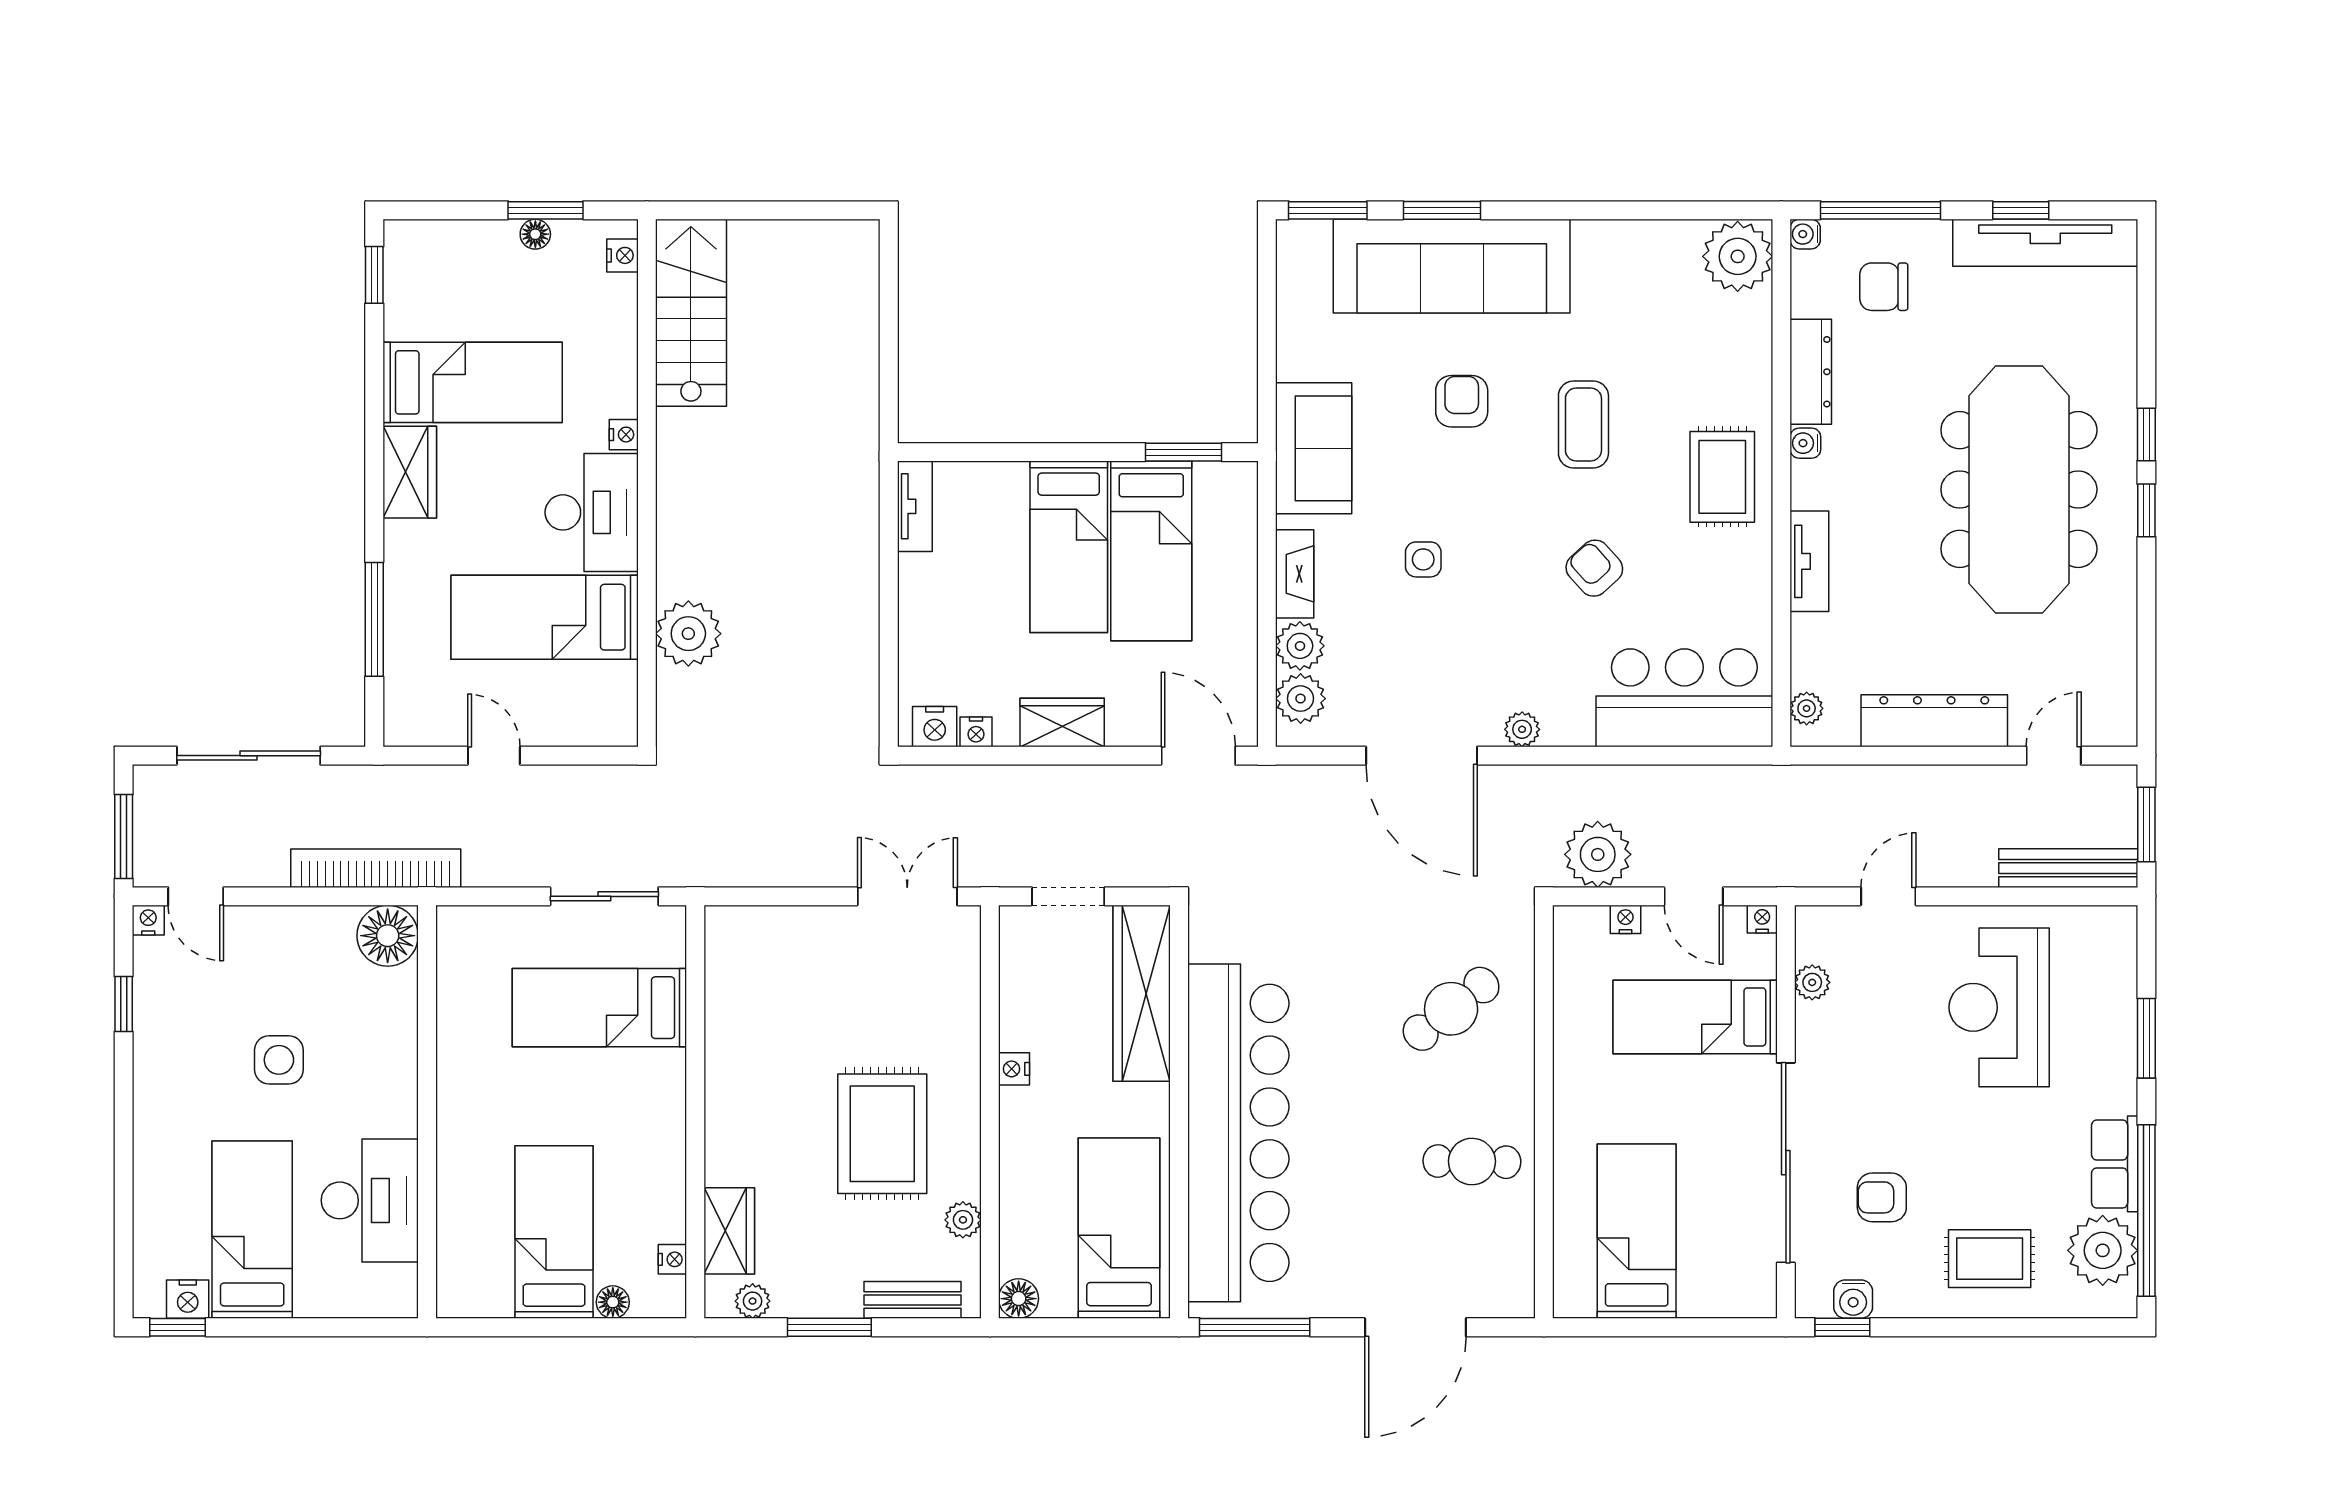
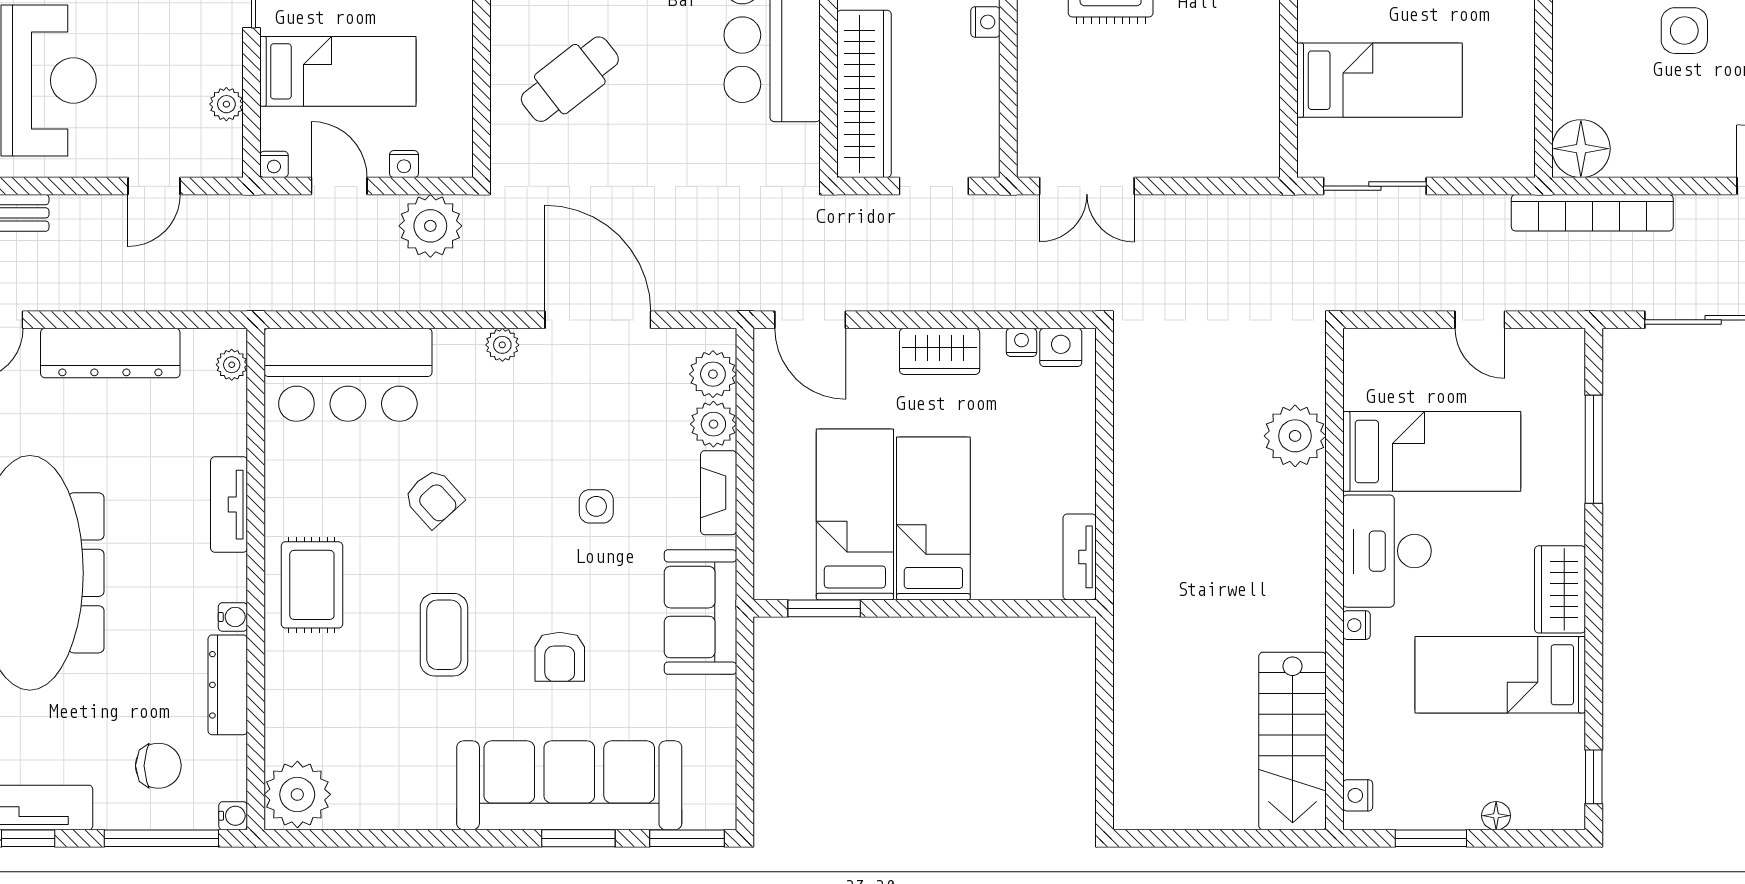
floor lamp: (535, 234) -> (1496, 816), moved

